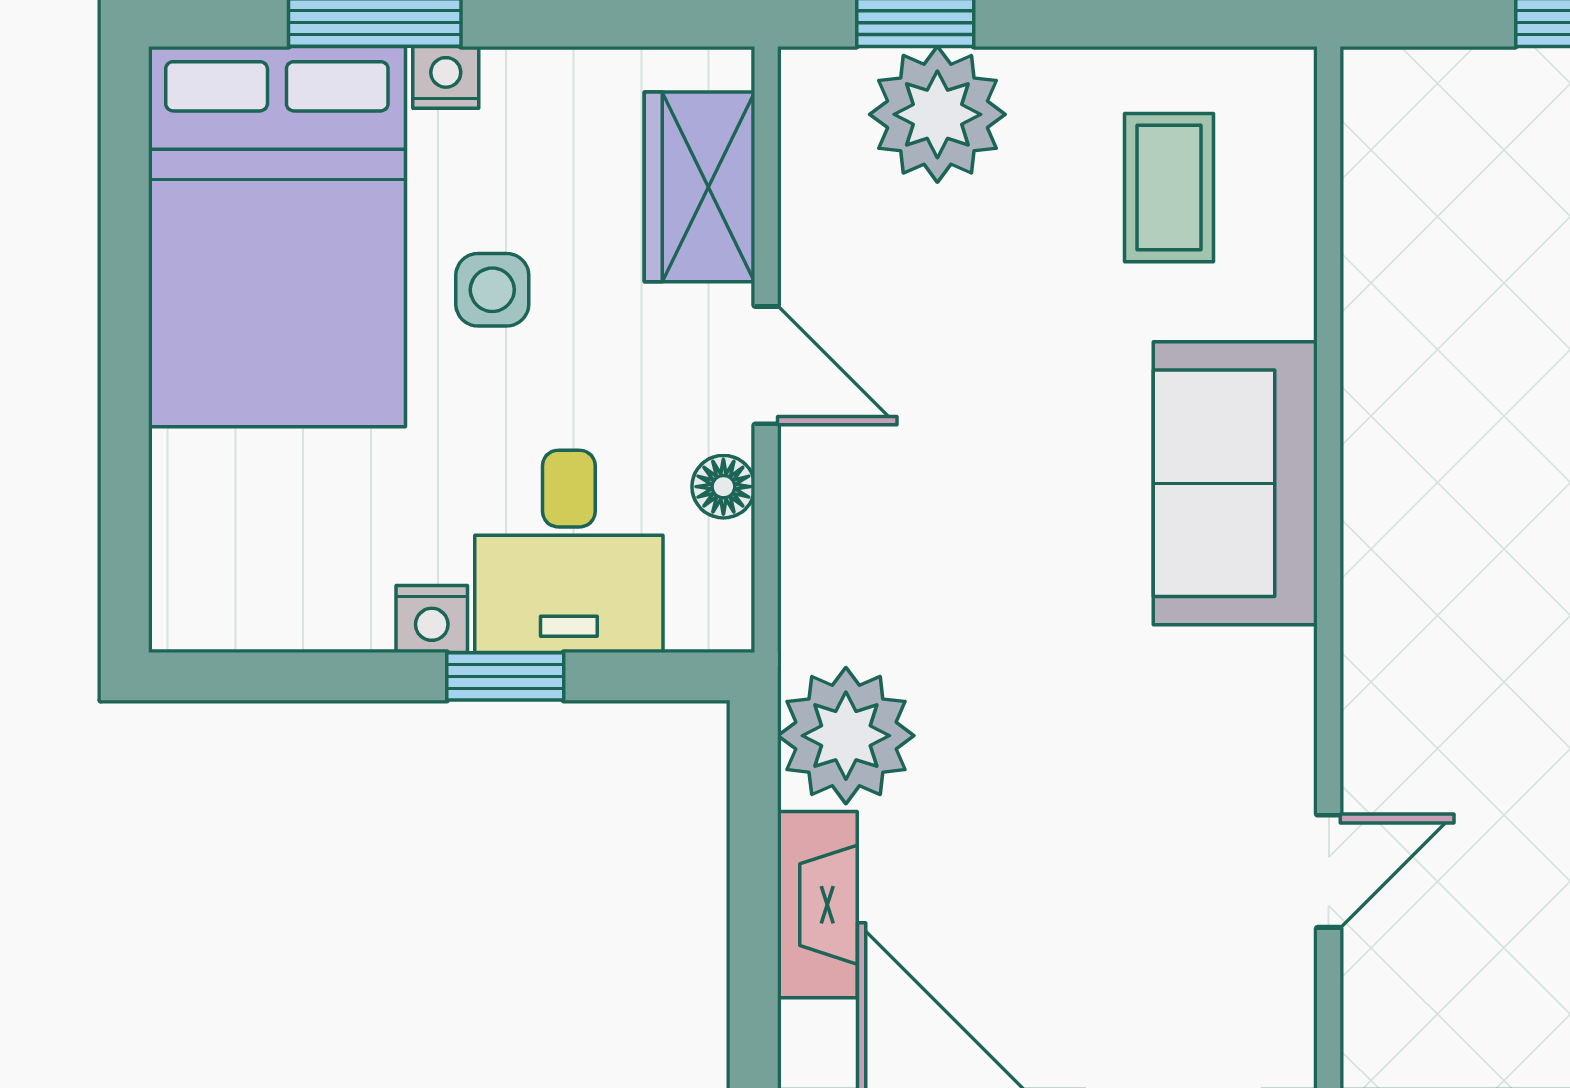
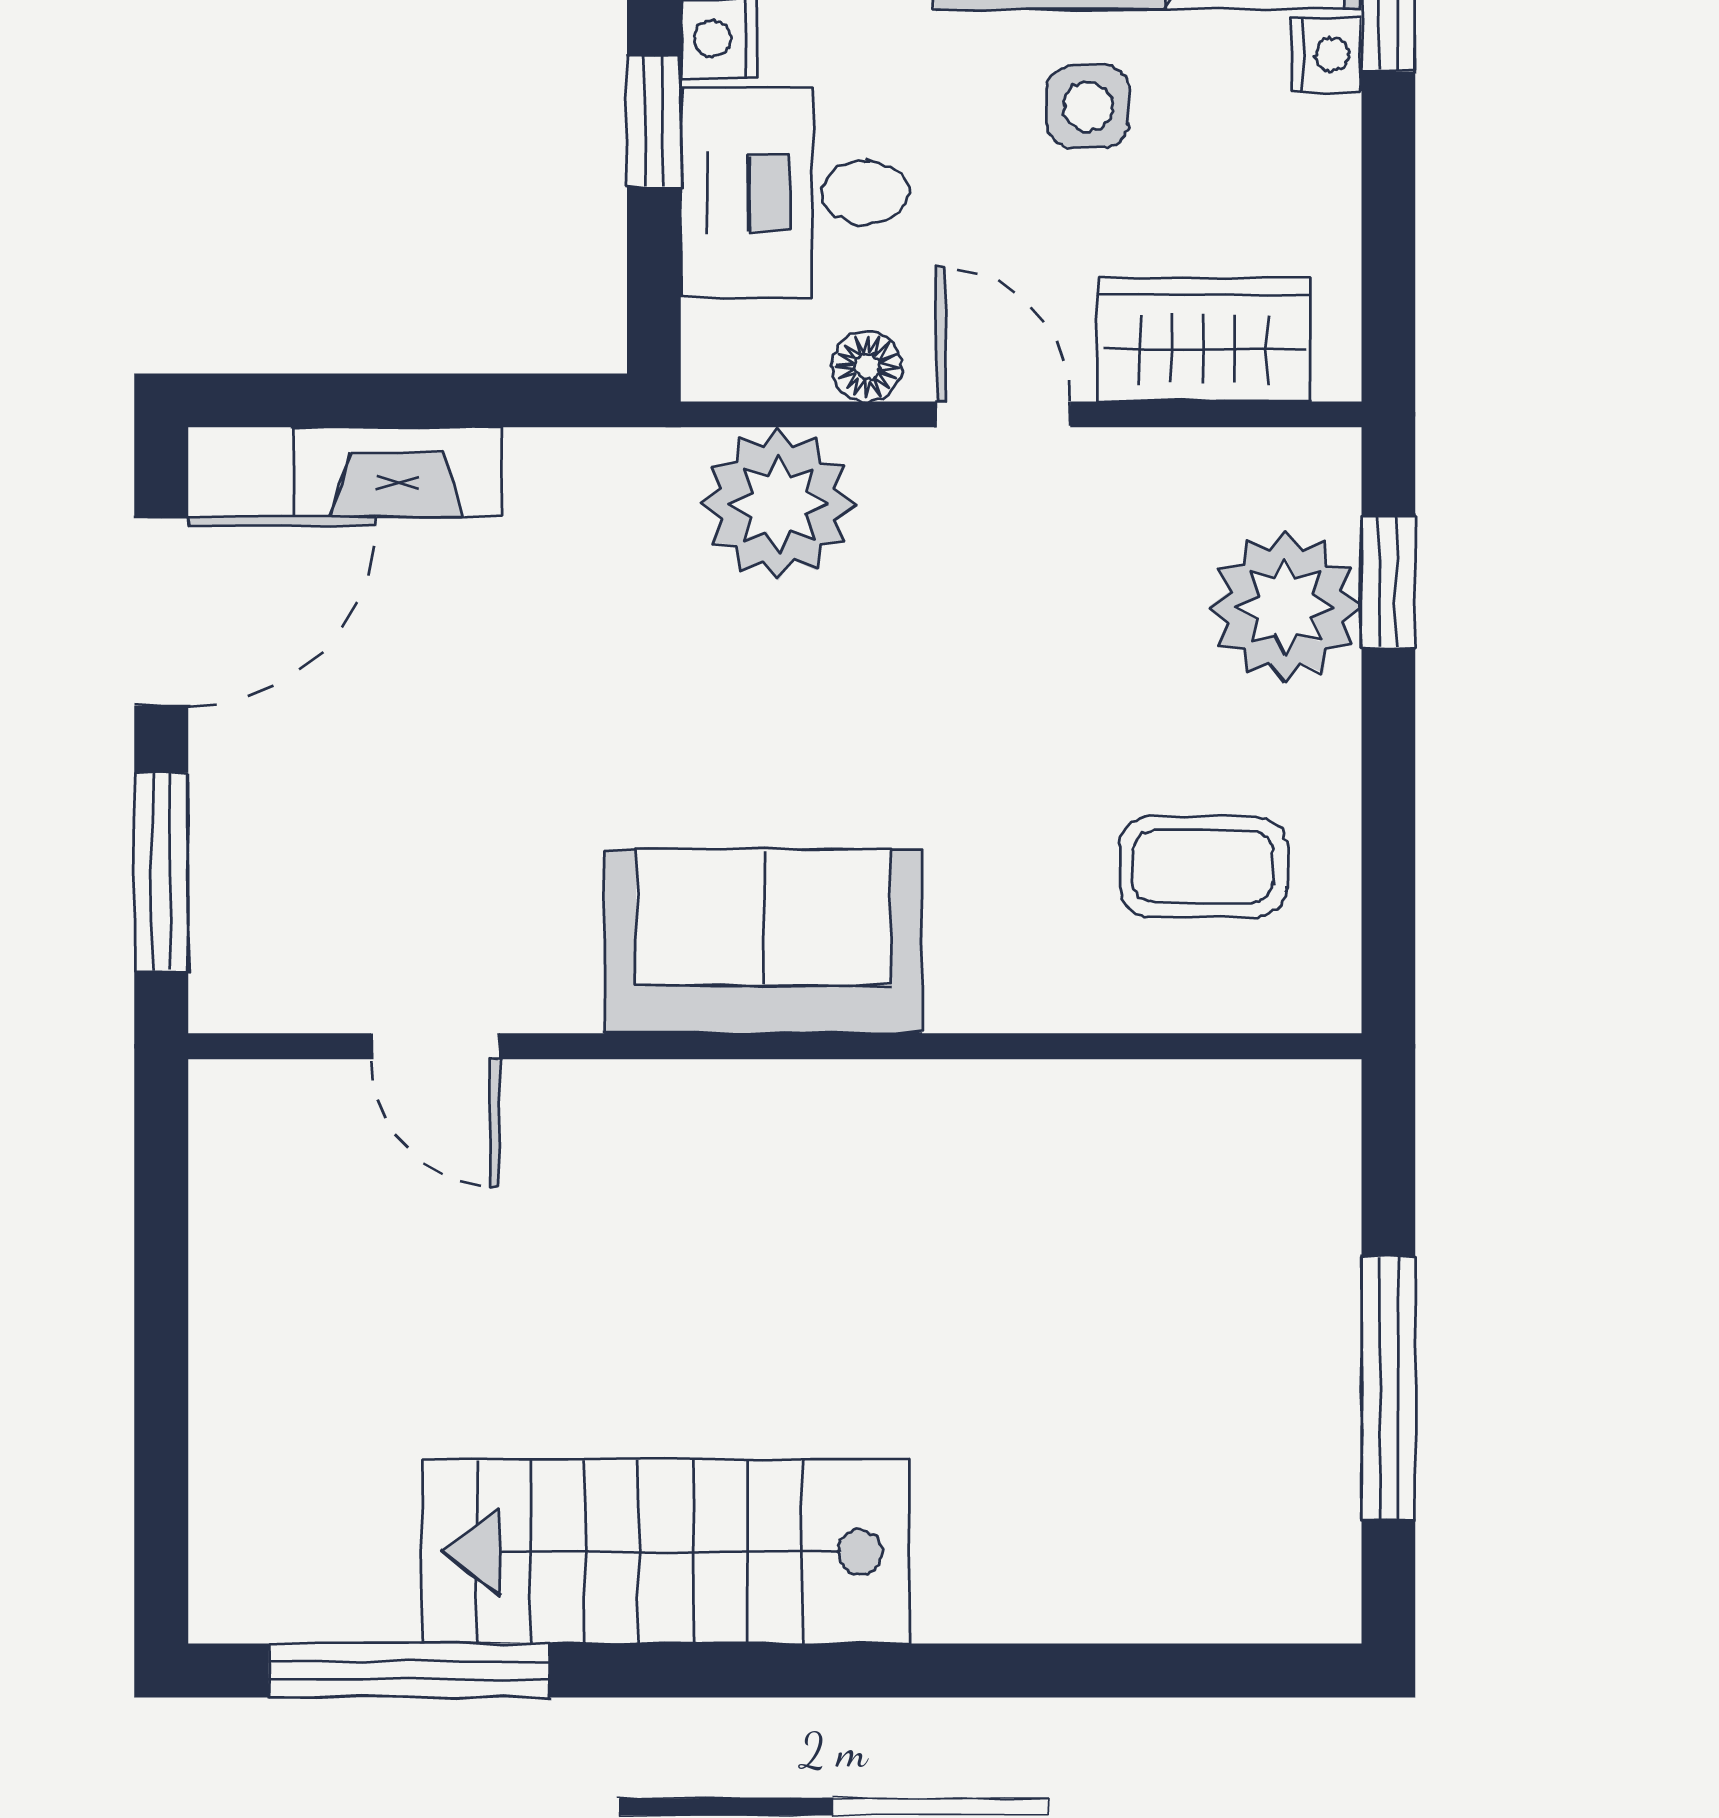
door: (766, 365) -> (1003, 414), swing flipped
sofa: (1235, 483) -> (764, 941), moved
plant: (846, 736) -> (778, 504), moved

